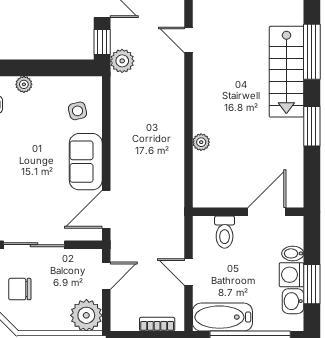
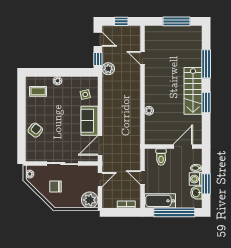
stairs: (286, 72) -> (193, 91), moved

